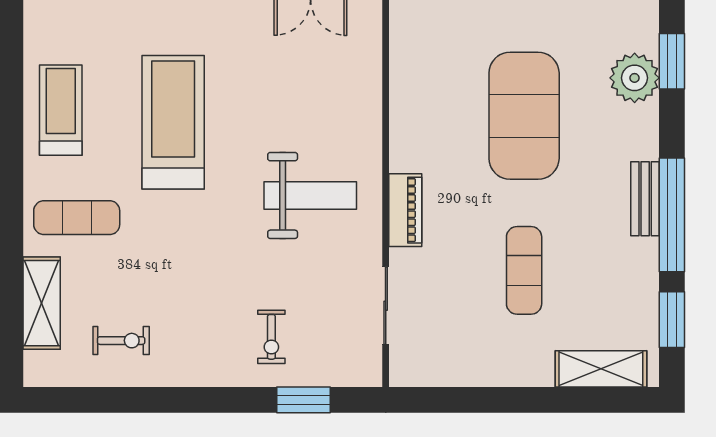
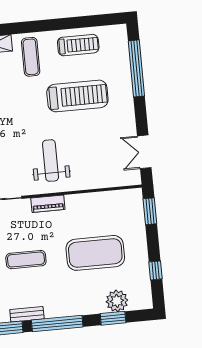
window: (672, 61) -> (113, 318), moved
weight bench: (310, 195) -> (50, 161), turned 180
bench: (645, 199) -> (27, 314), moved

